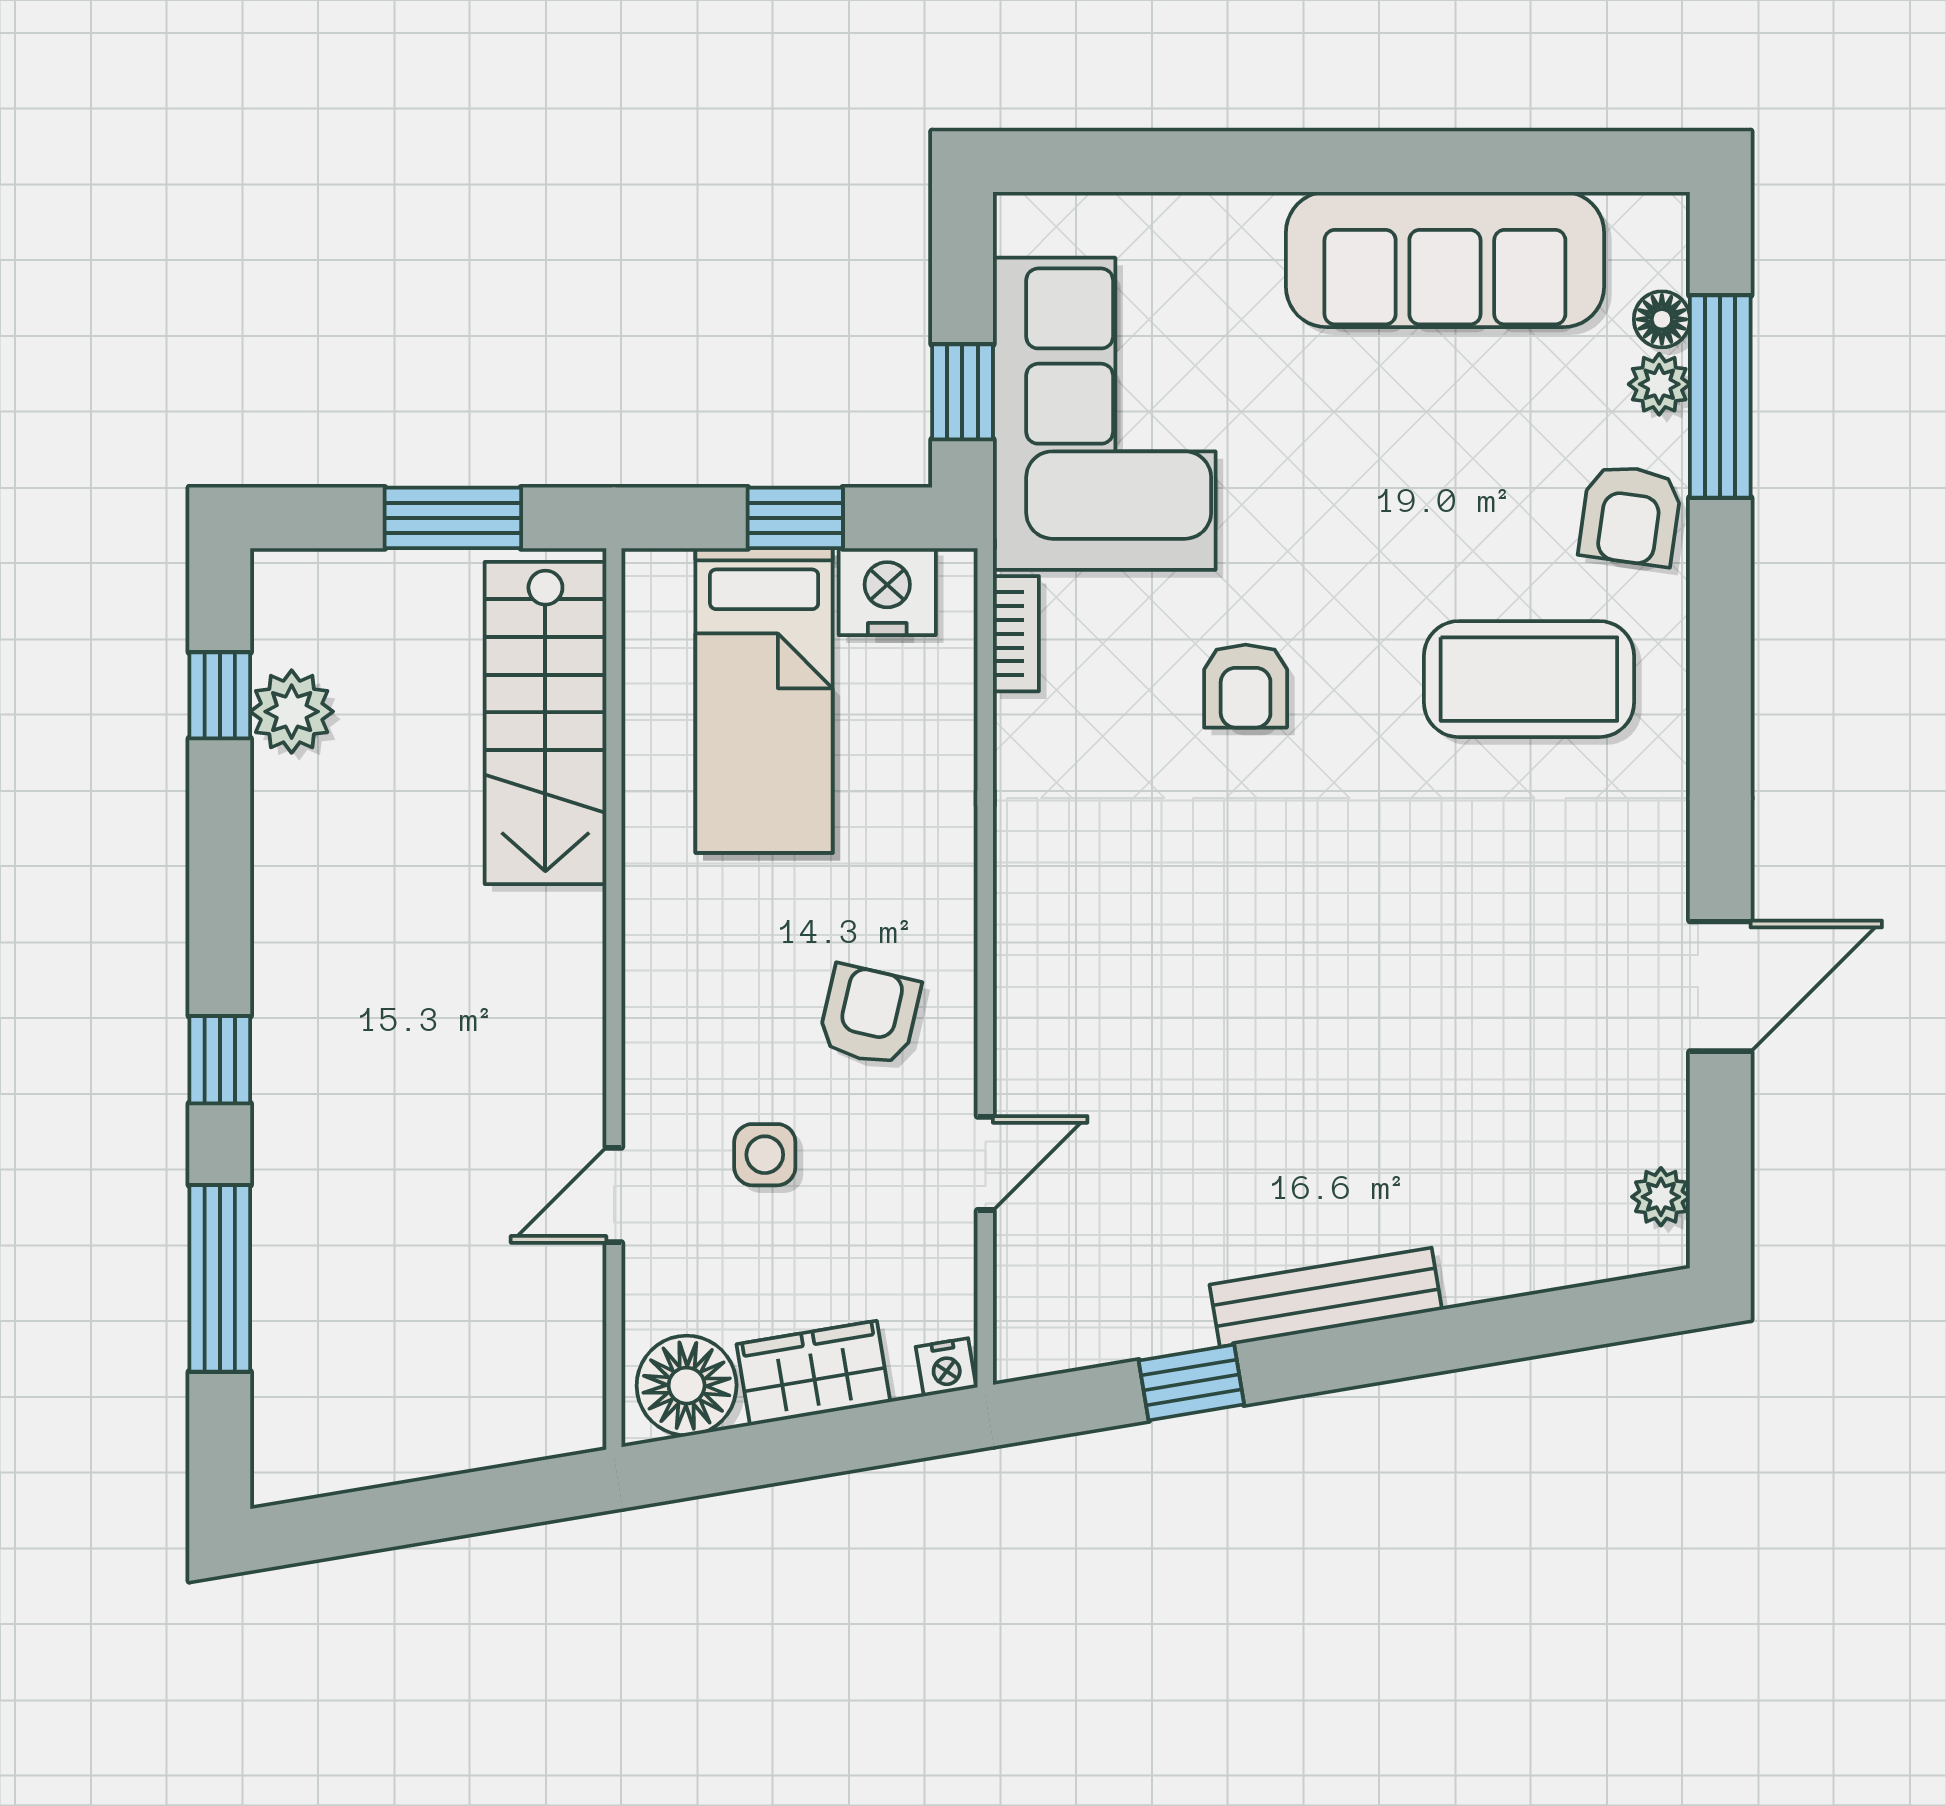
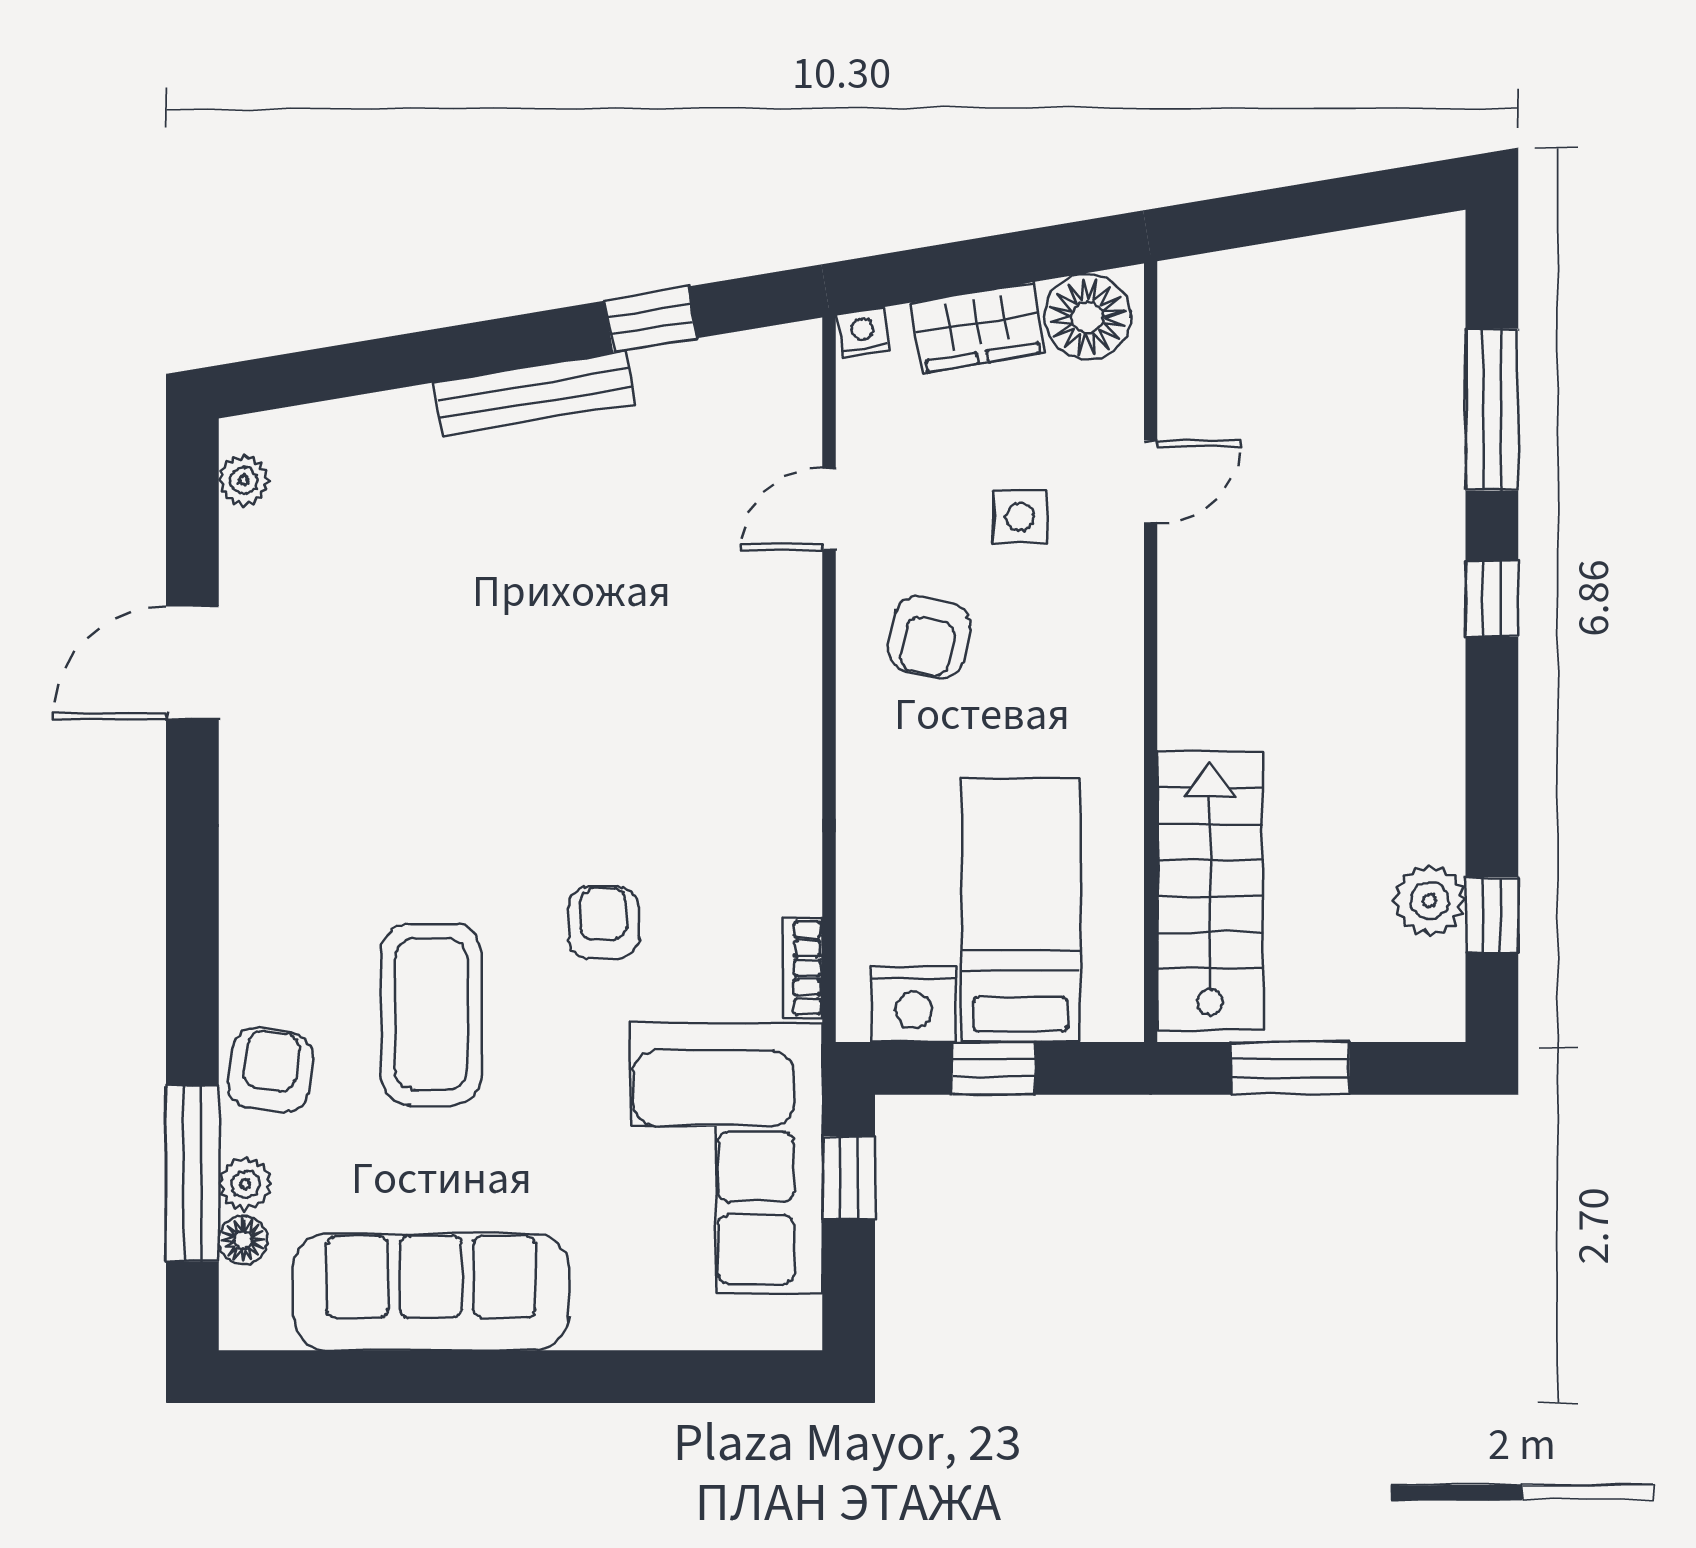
coffee table: (1529, 679) -> (431, 1014), moved, turned 90

